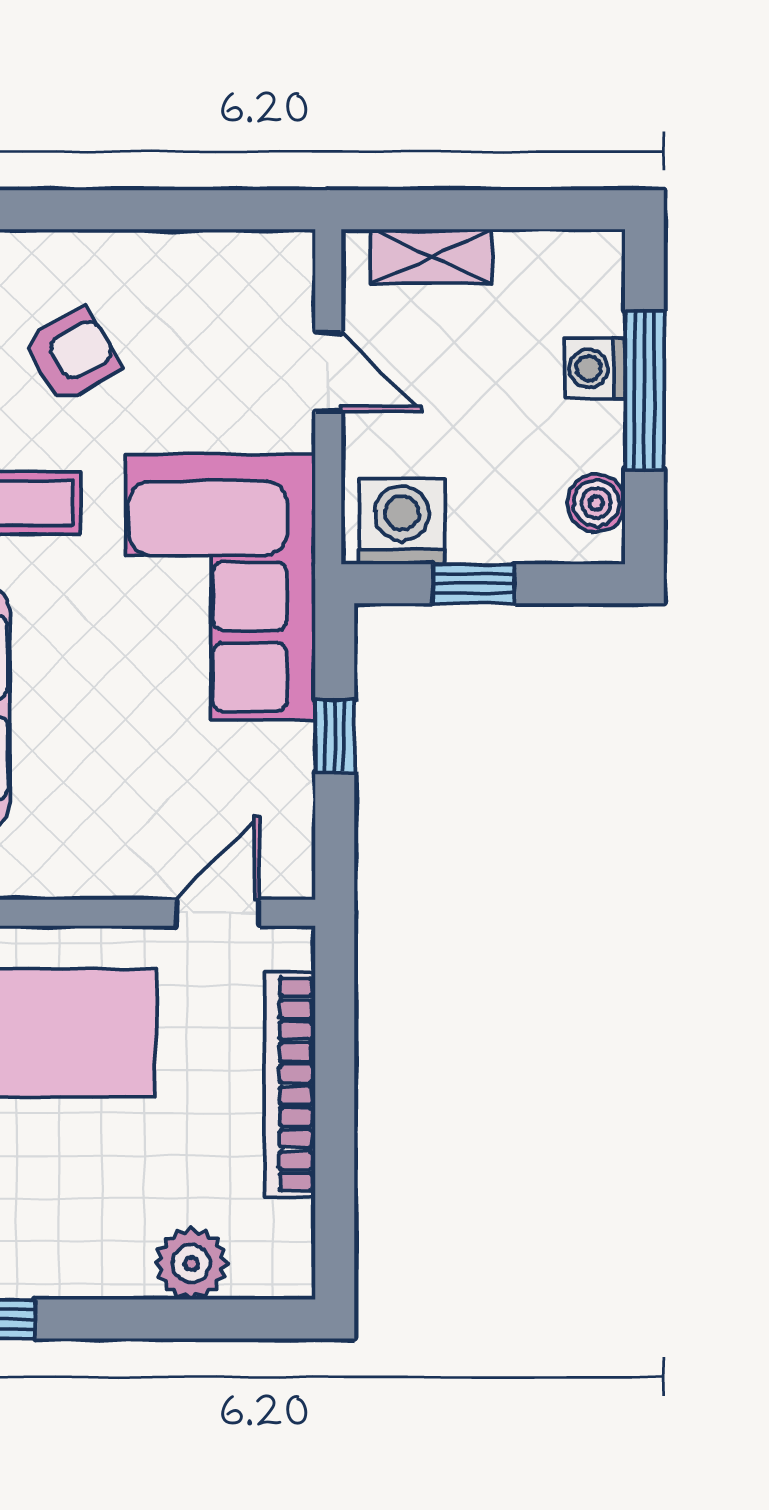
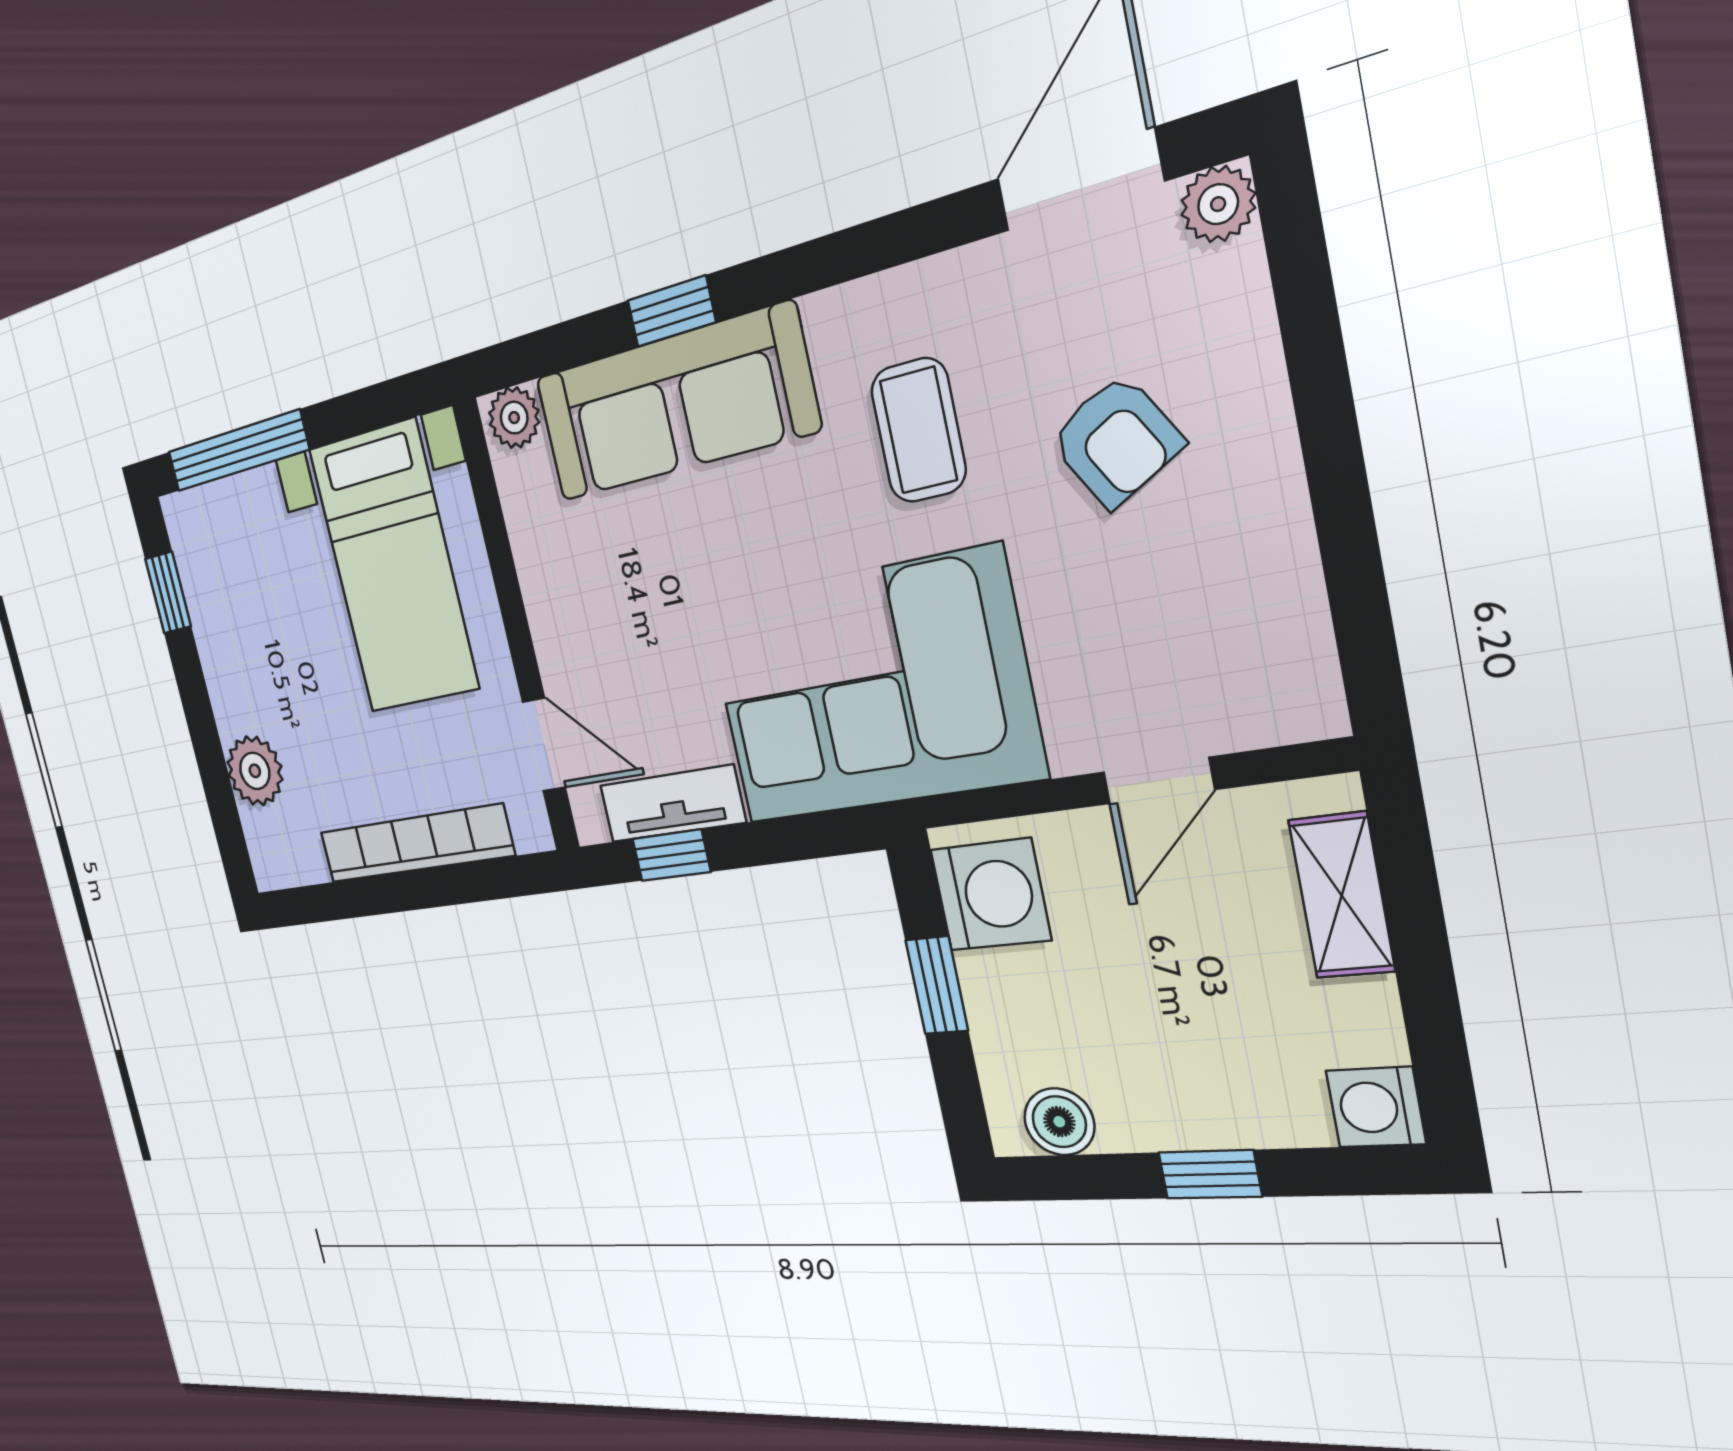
washing machine: (595, 368) -> (1376, 1107), moved, turned -90
window: (644, 390) -> (1210, 1174), width x0.46
window: (335, 736) -> (671, 855), moved
tv unit: (289, 794) -> (672, 804), added

